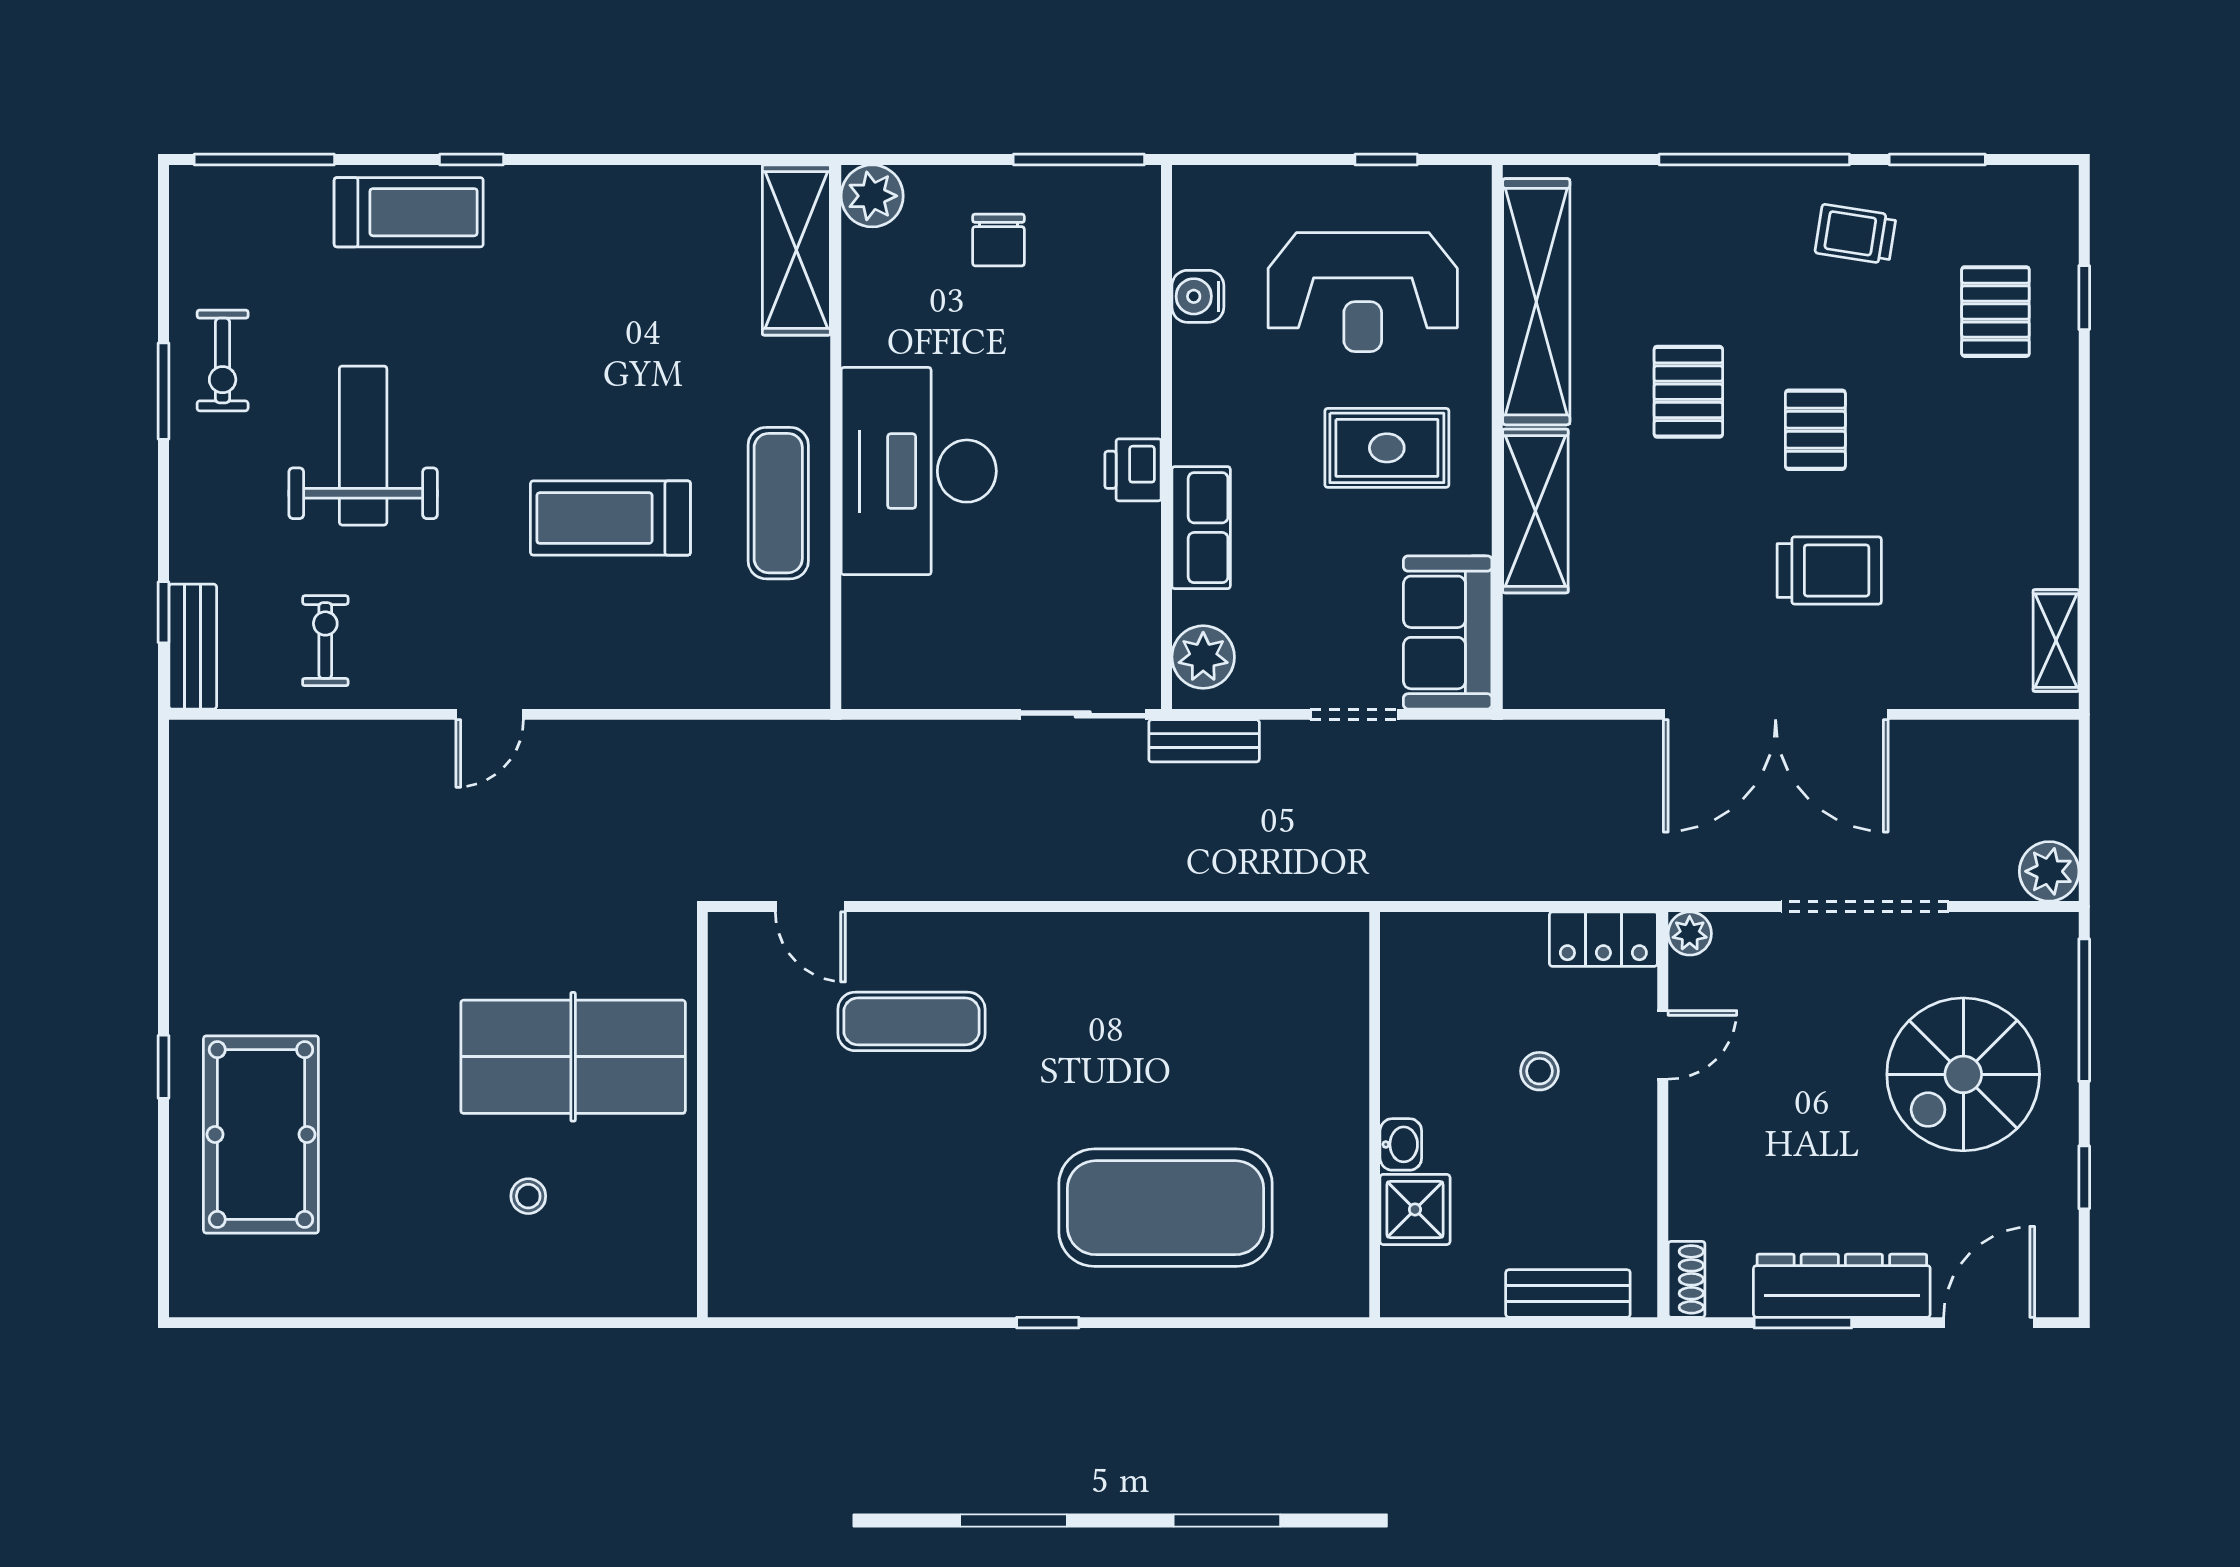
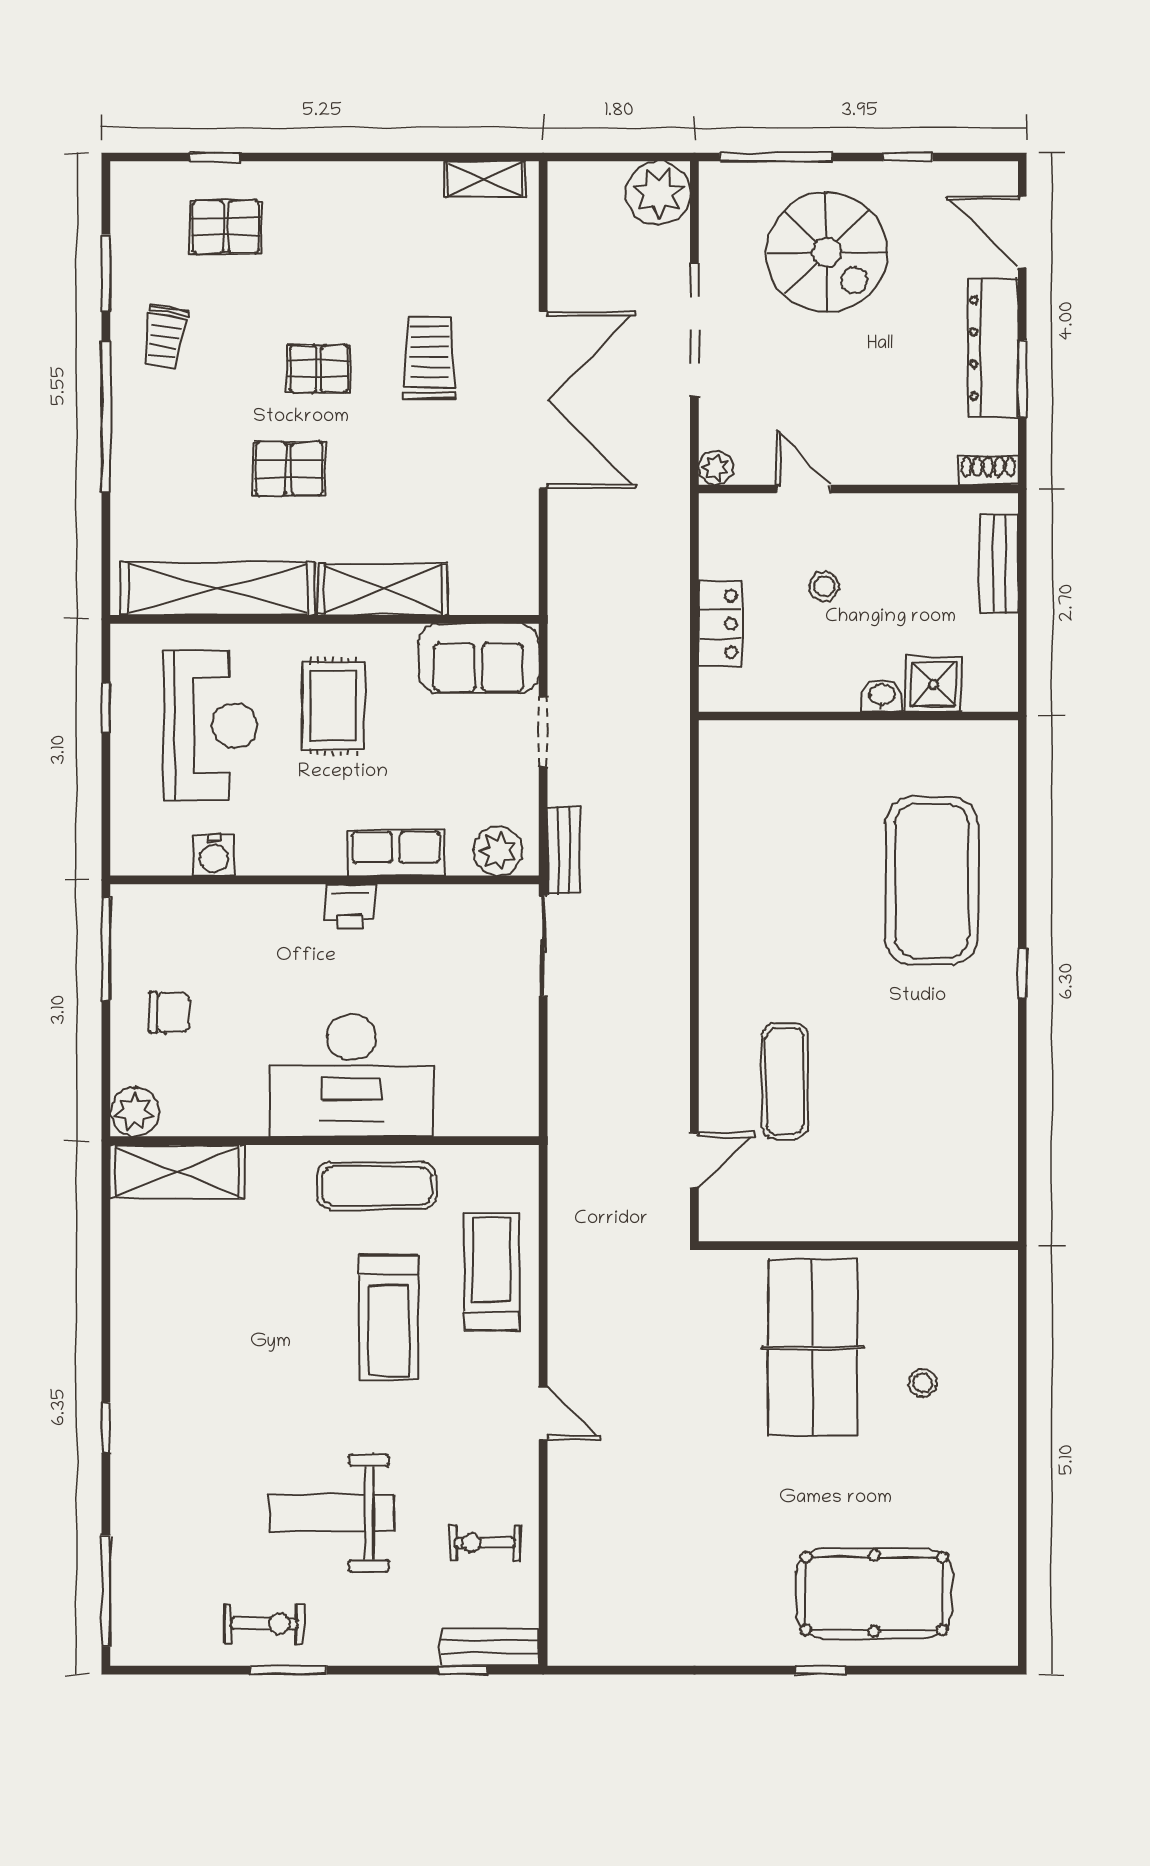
treadmill: (409, 212) -> (492, 1272), moved
plant: (2049, 871) -> (658, 193), width x1.36, depth x1.36
locker: (1603, 939) -> (720, 624), moved

